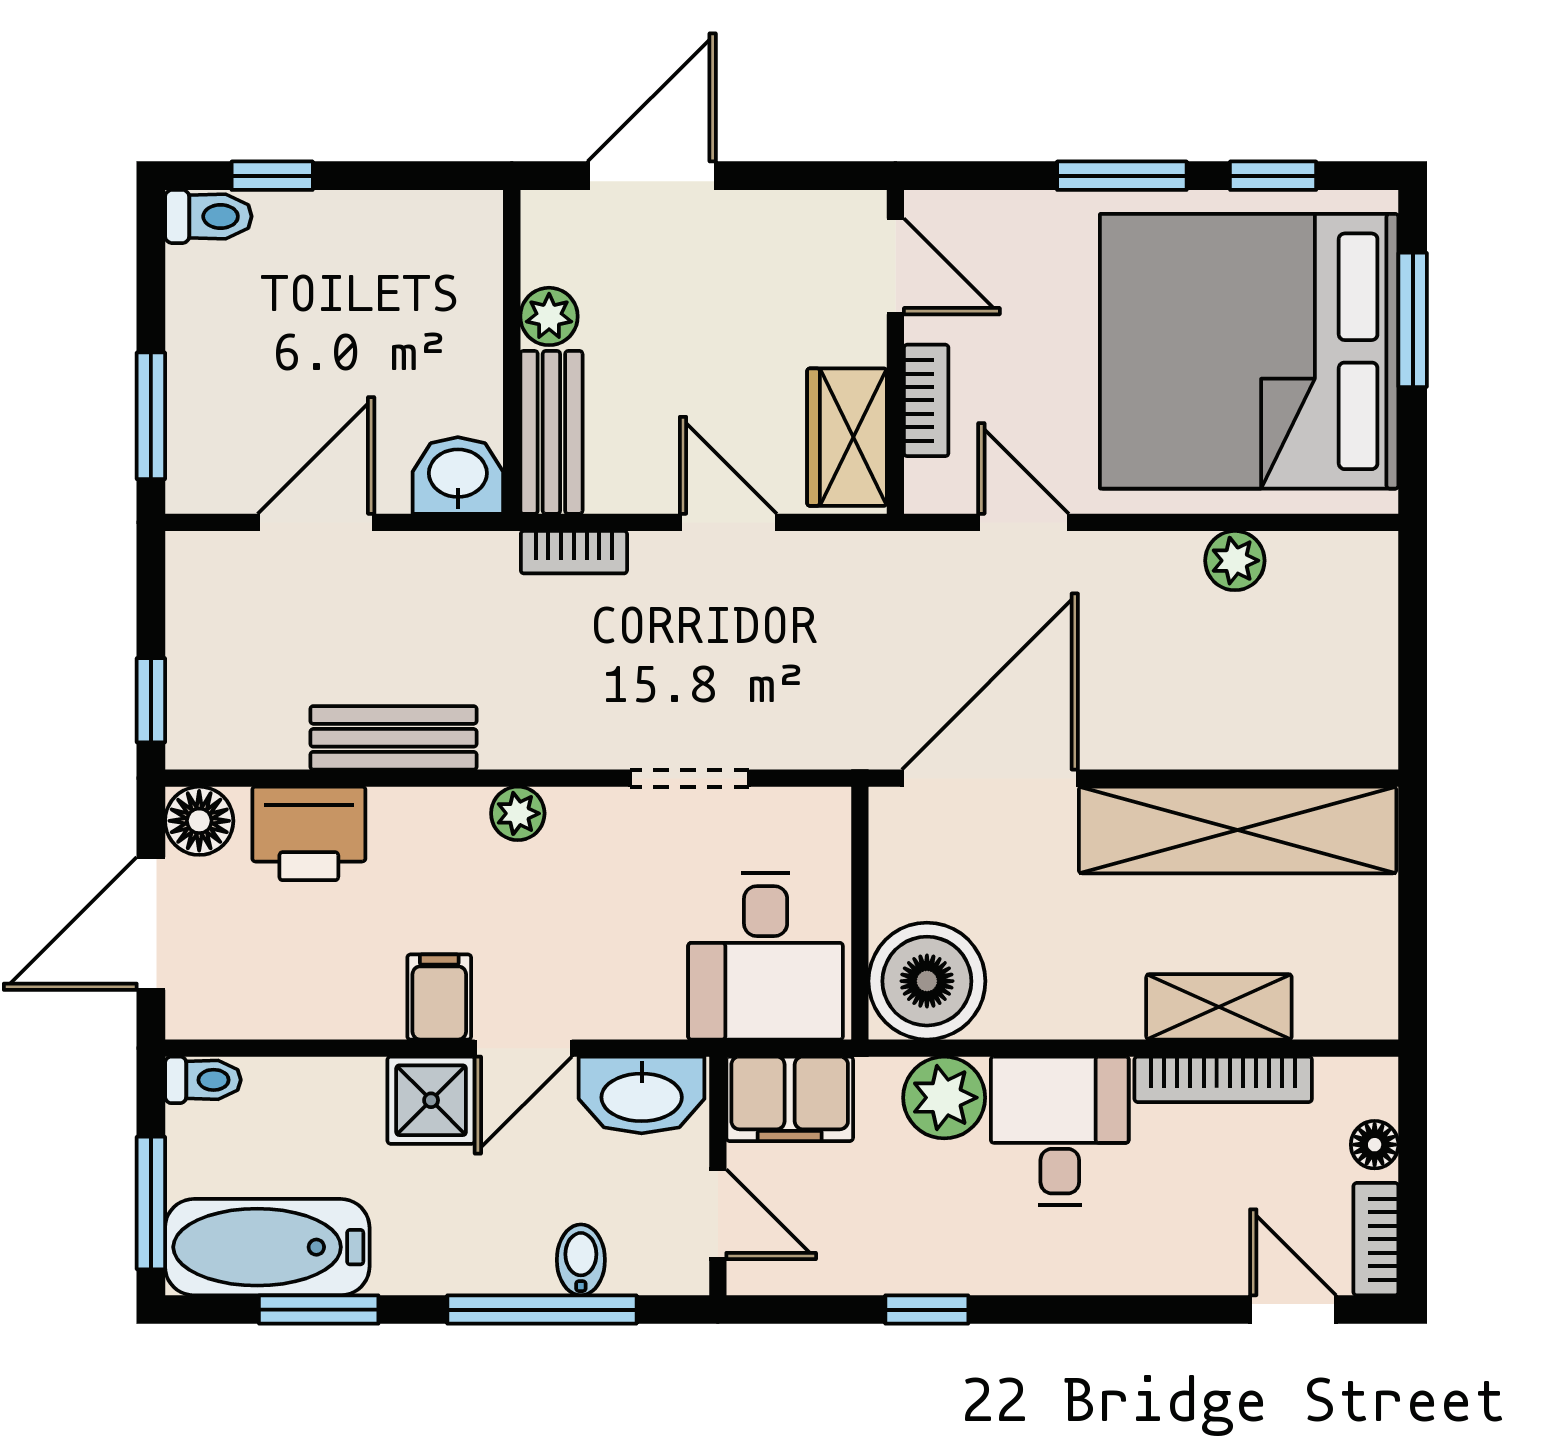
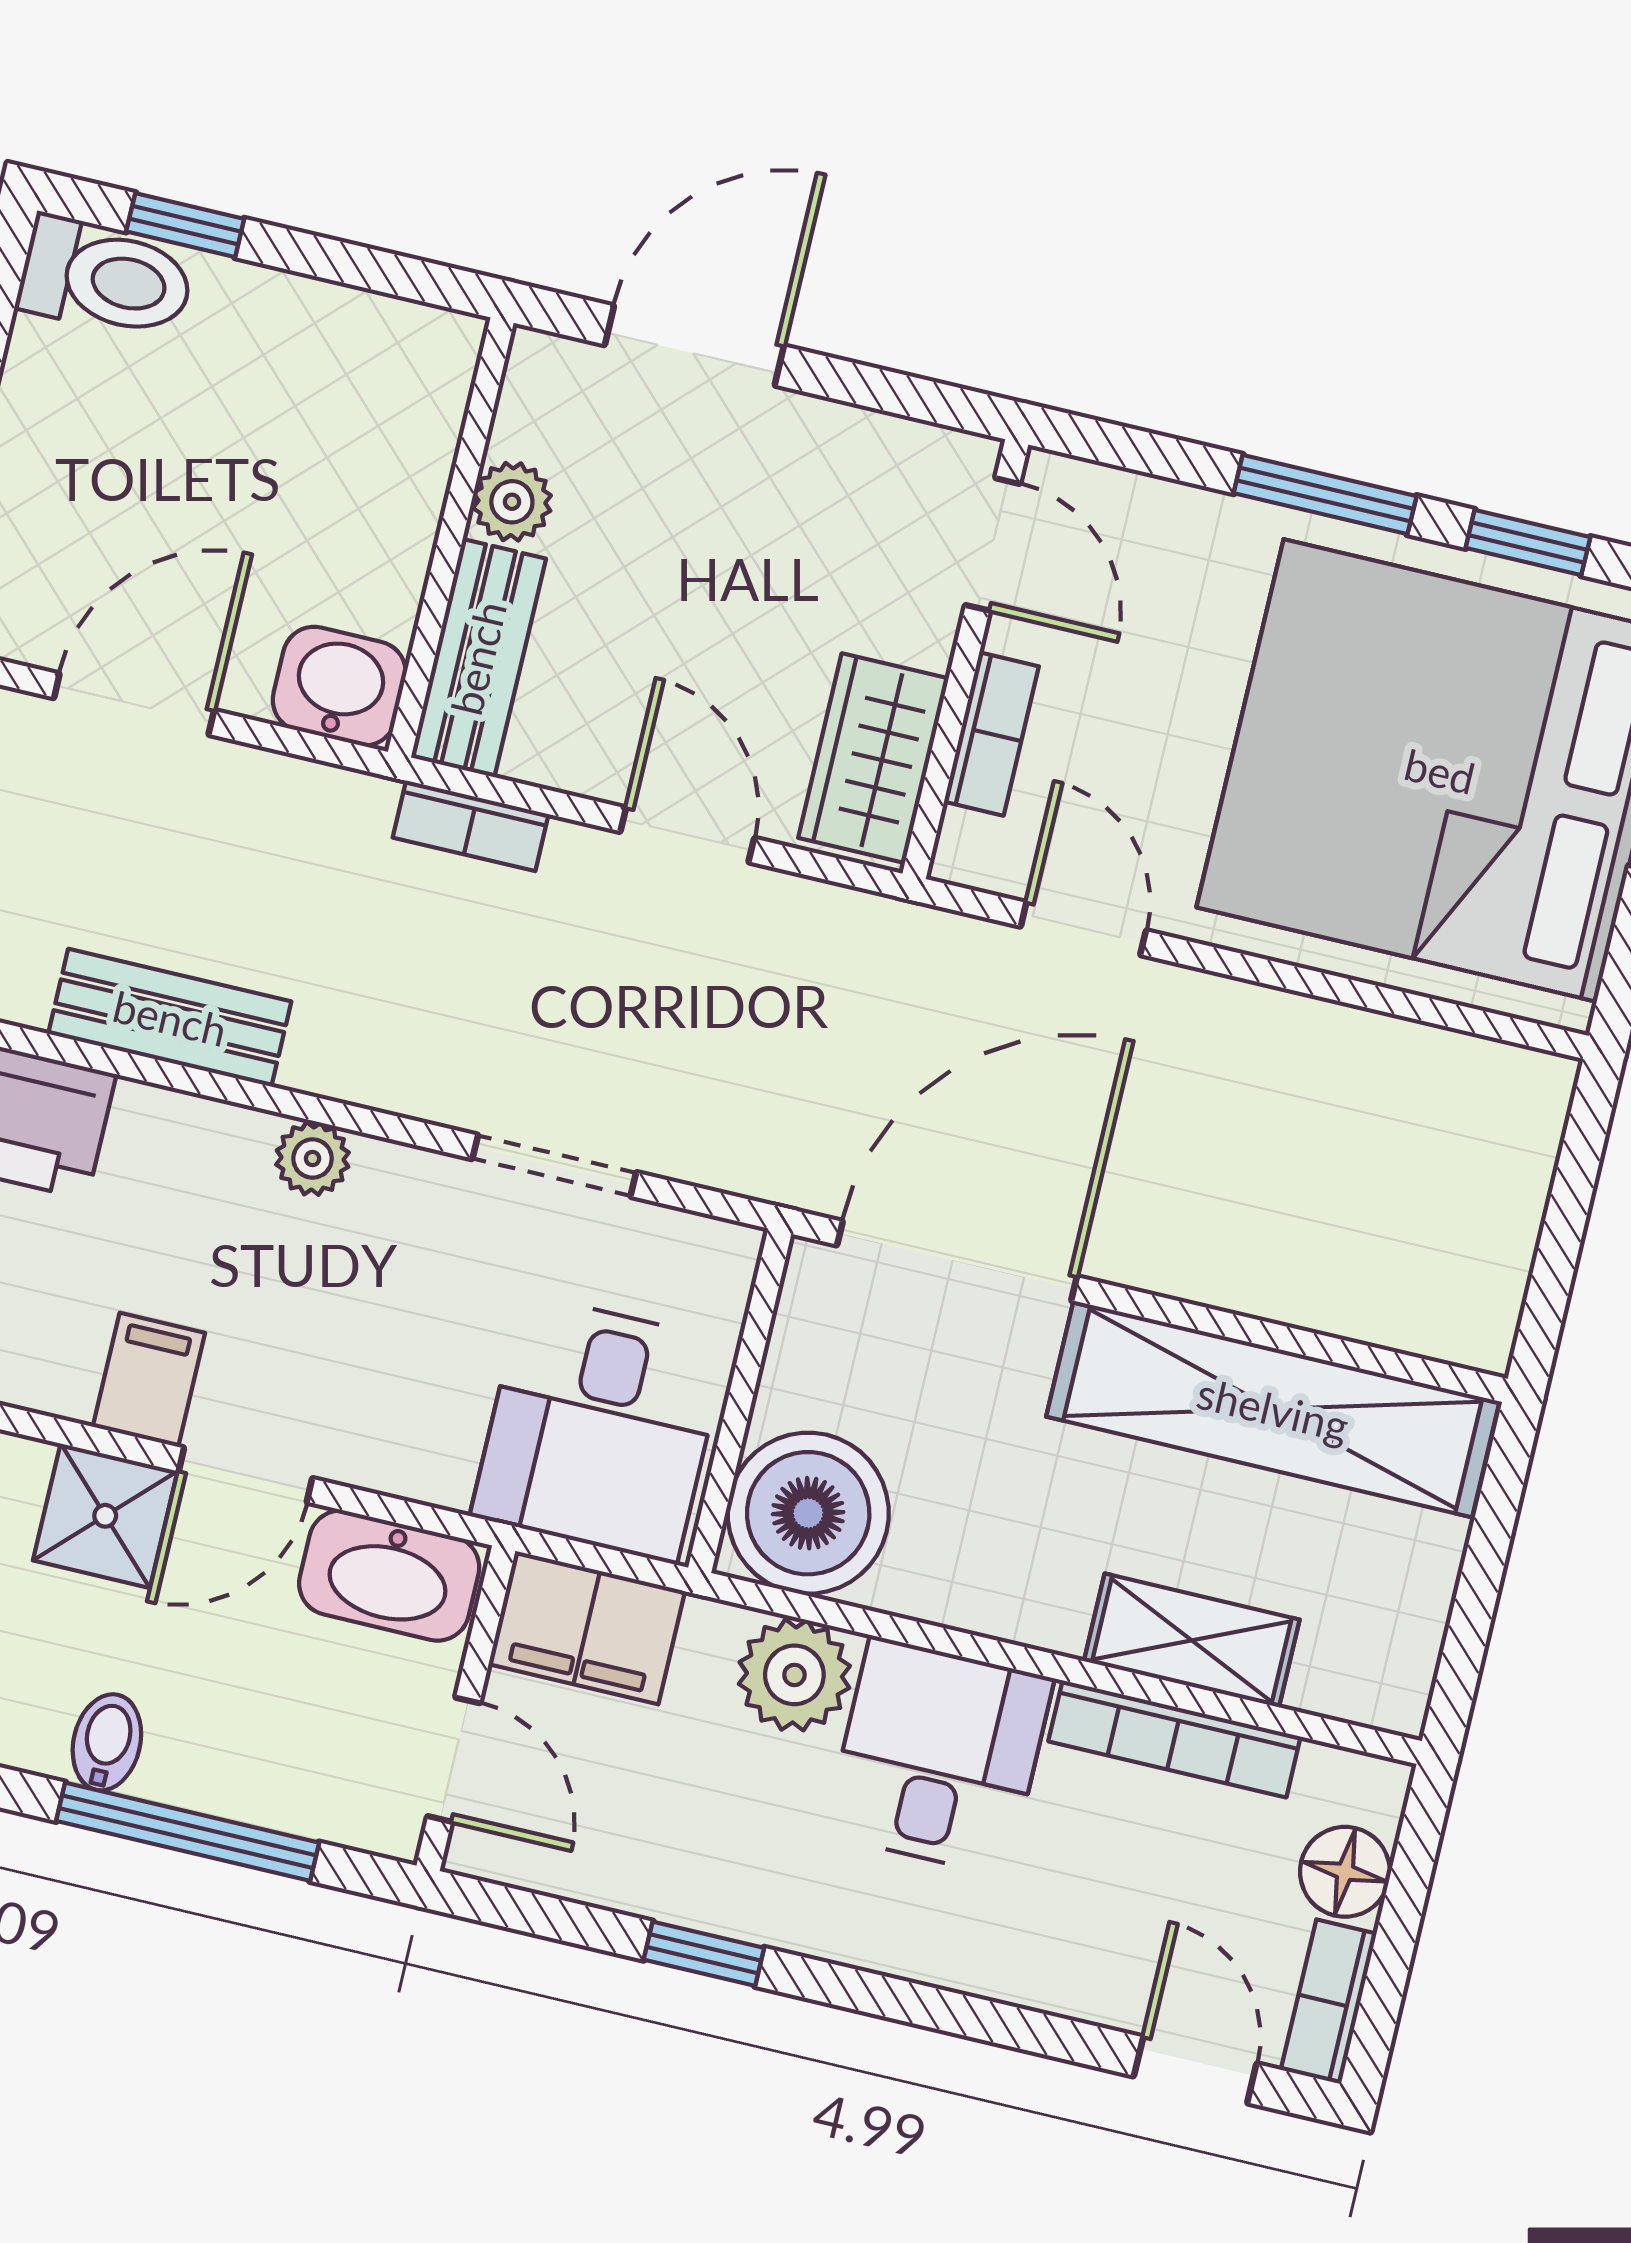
toilet: (208, 216) -> (106, 278), width x1.37, depth x1.39
plant: (1235, 561) -> (1355, 1047), removed
floor lamp: (1375, 1145) -> (1345, 1872), width x1.37, depth x1.37
bidet: (581, 1260) -> (107, 1742), moved

